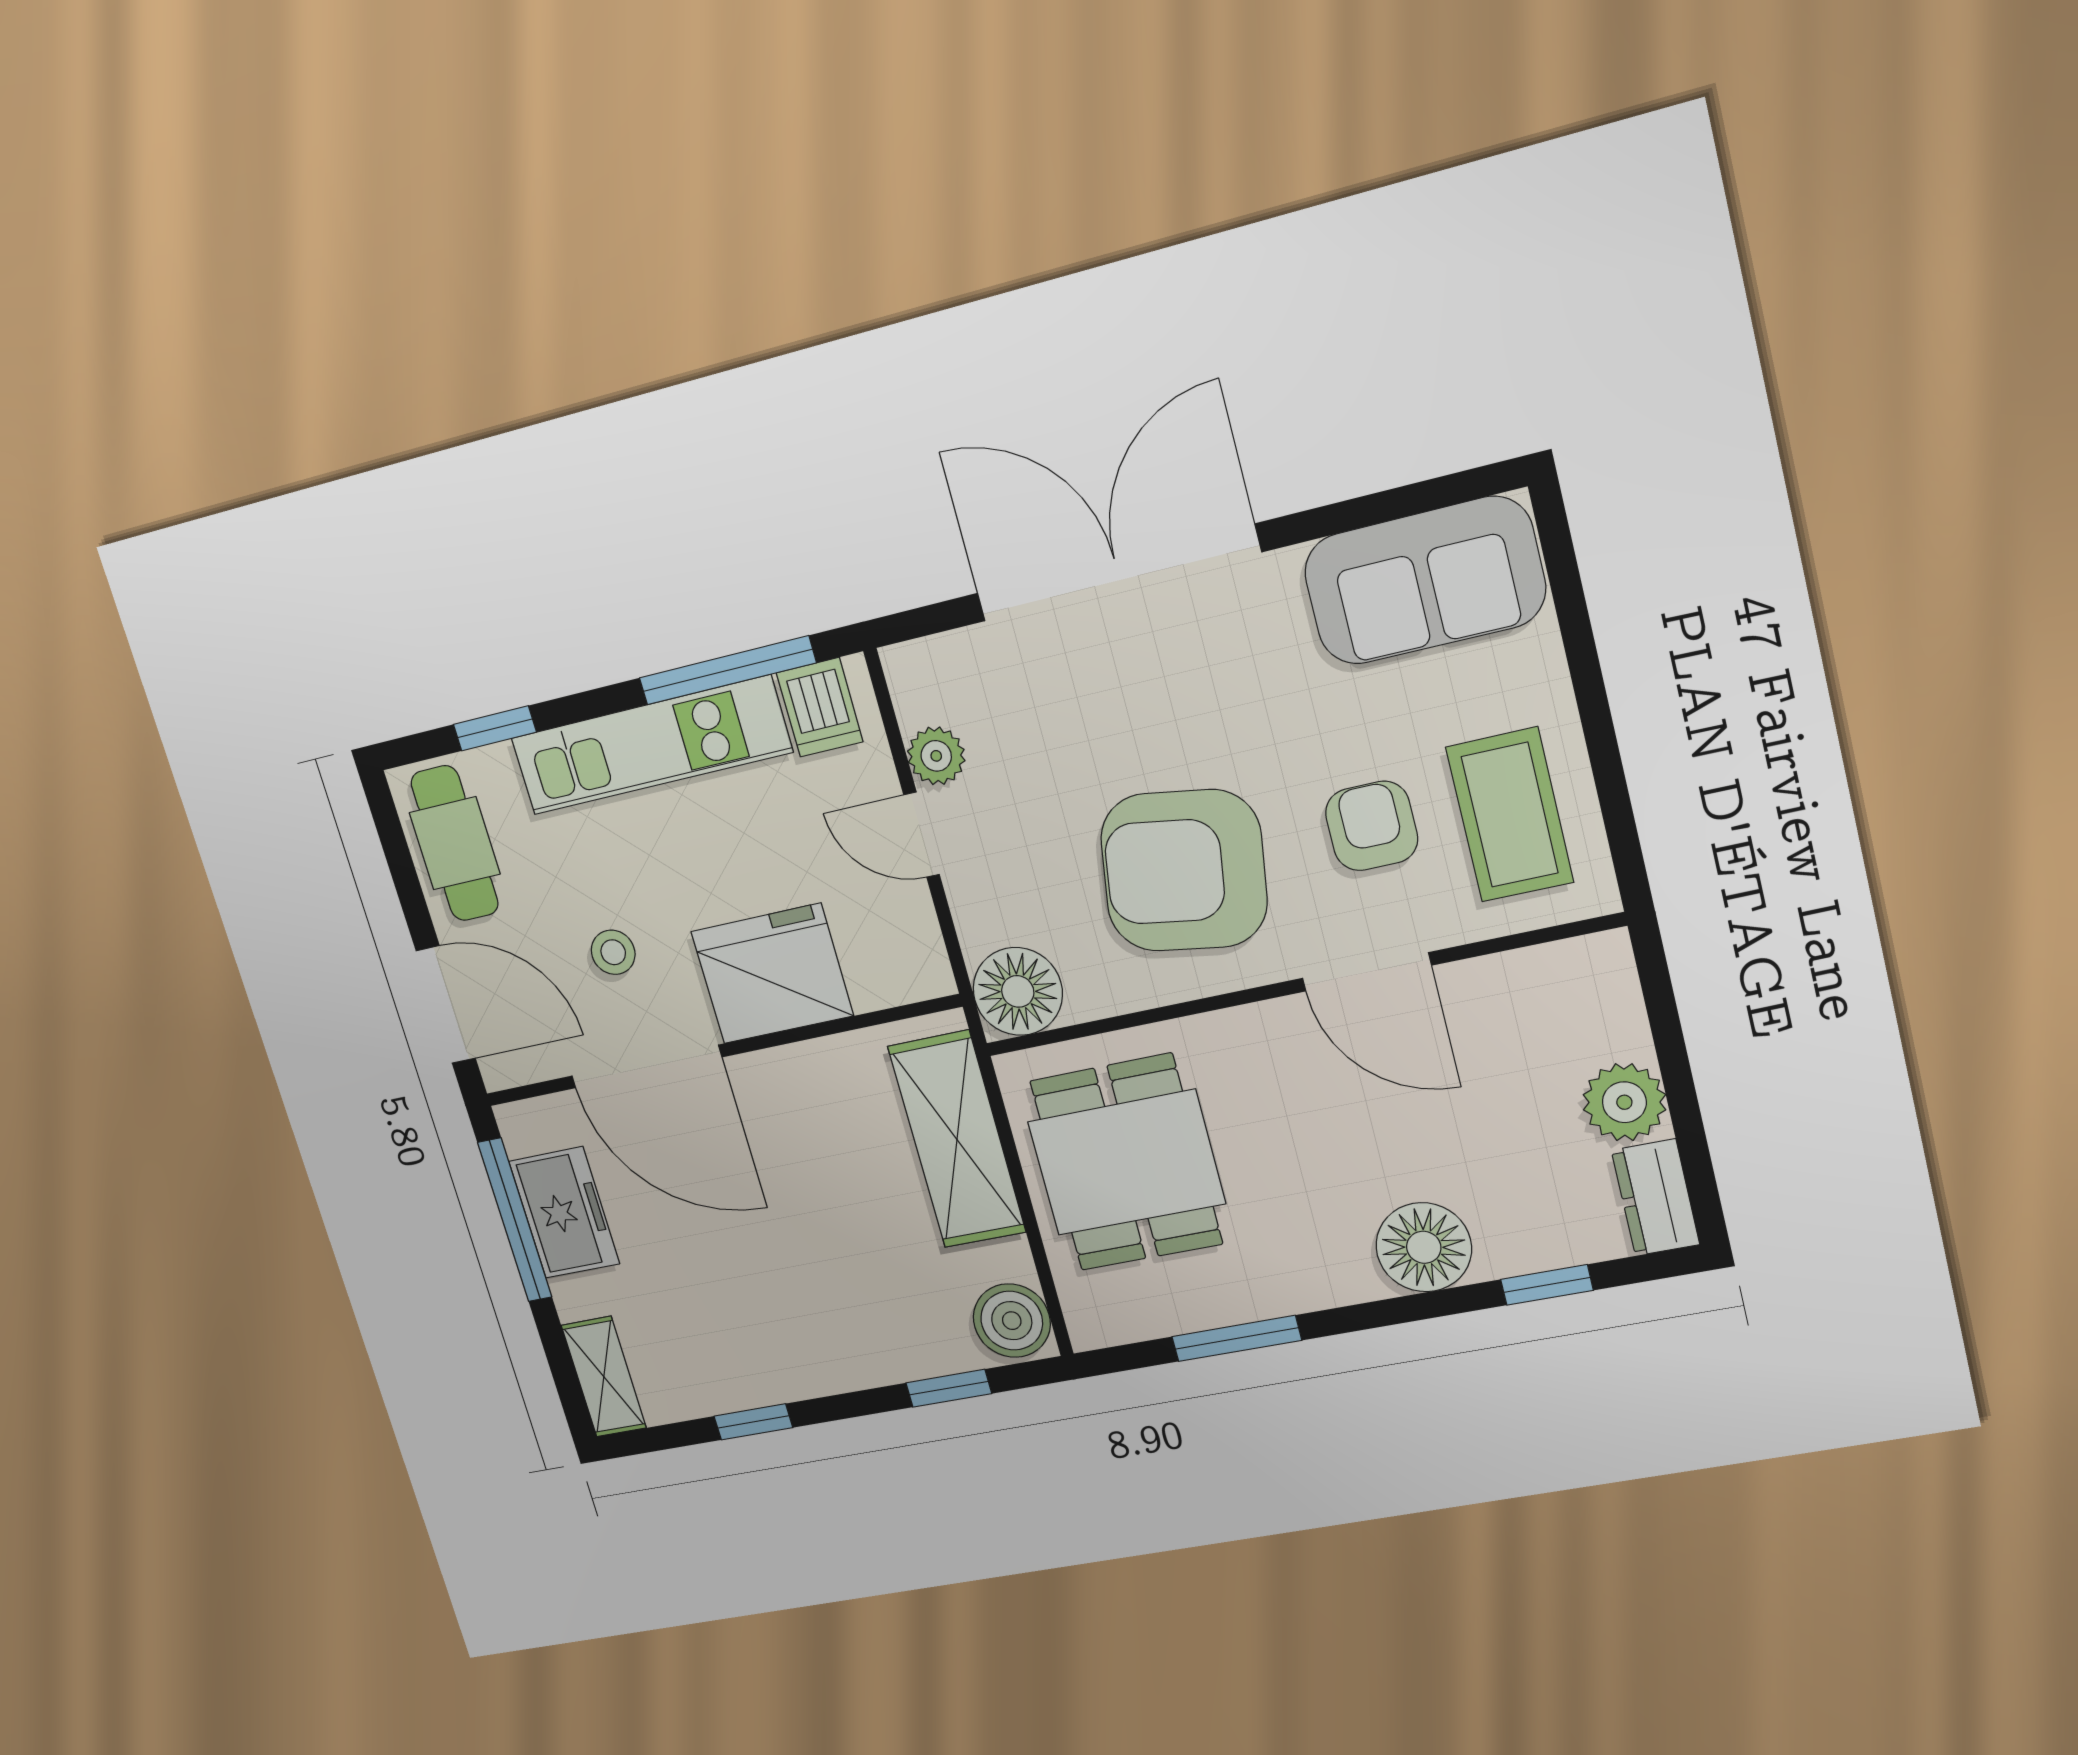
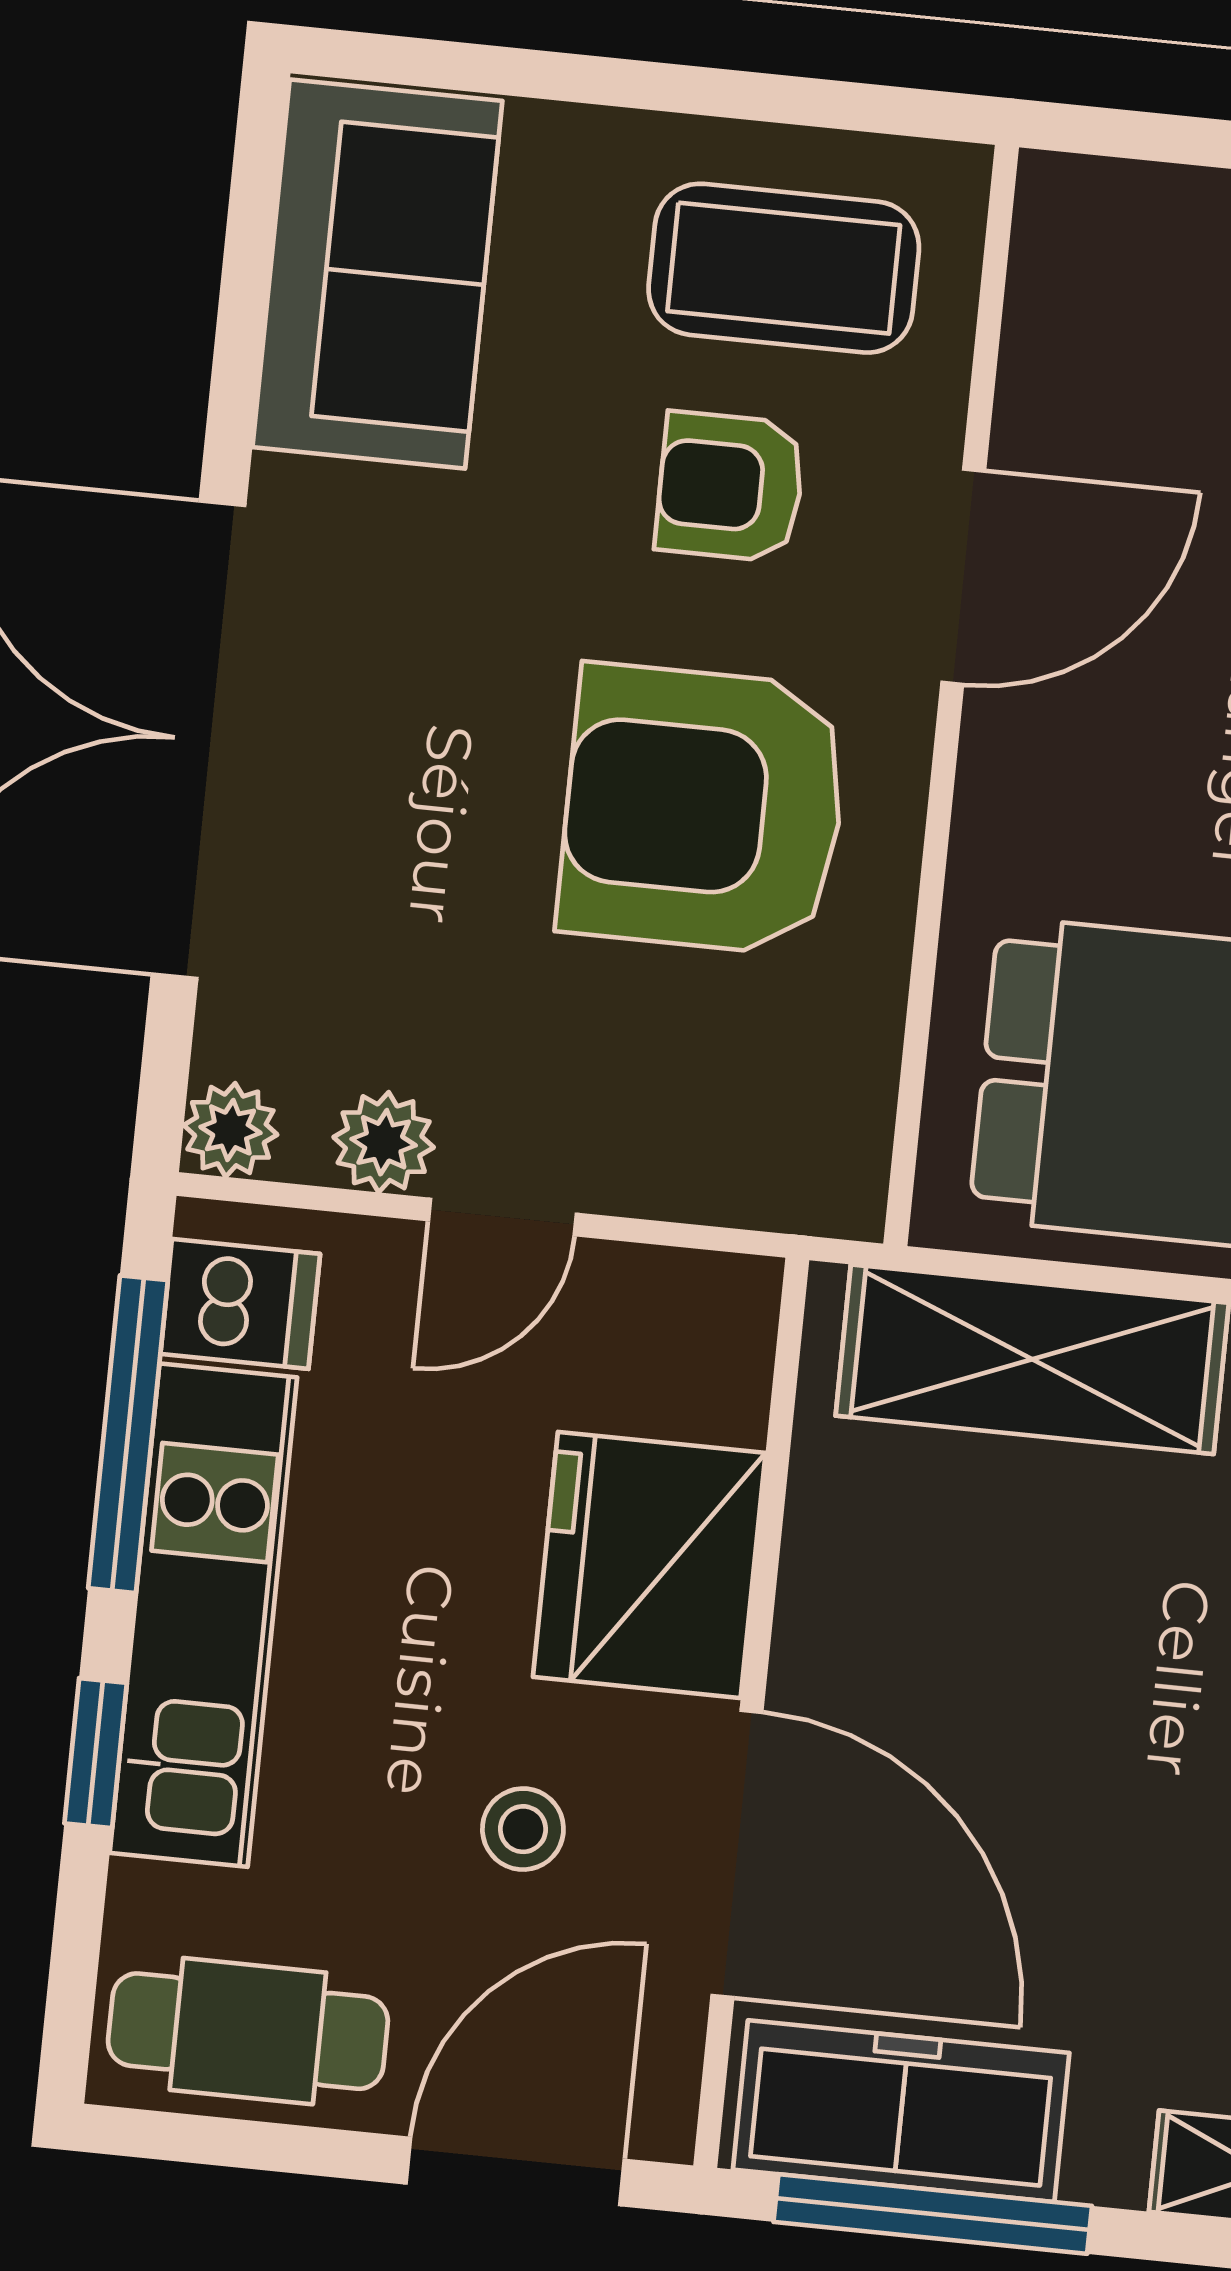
plant: (910, 669) -> (230, 1130), added
window: (495, 728) -> (96, 1753), moved
armchair: (1184, 871) -> (703, 810), turned 81
floor lamp: (1018, 991) -> (813, 1158), removed
door: (647, 1067) -> (737, 1854), hinge flipped
freezer: (564, 1213) -> (901, 2111), width x1.40

